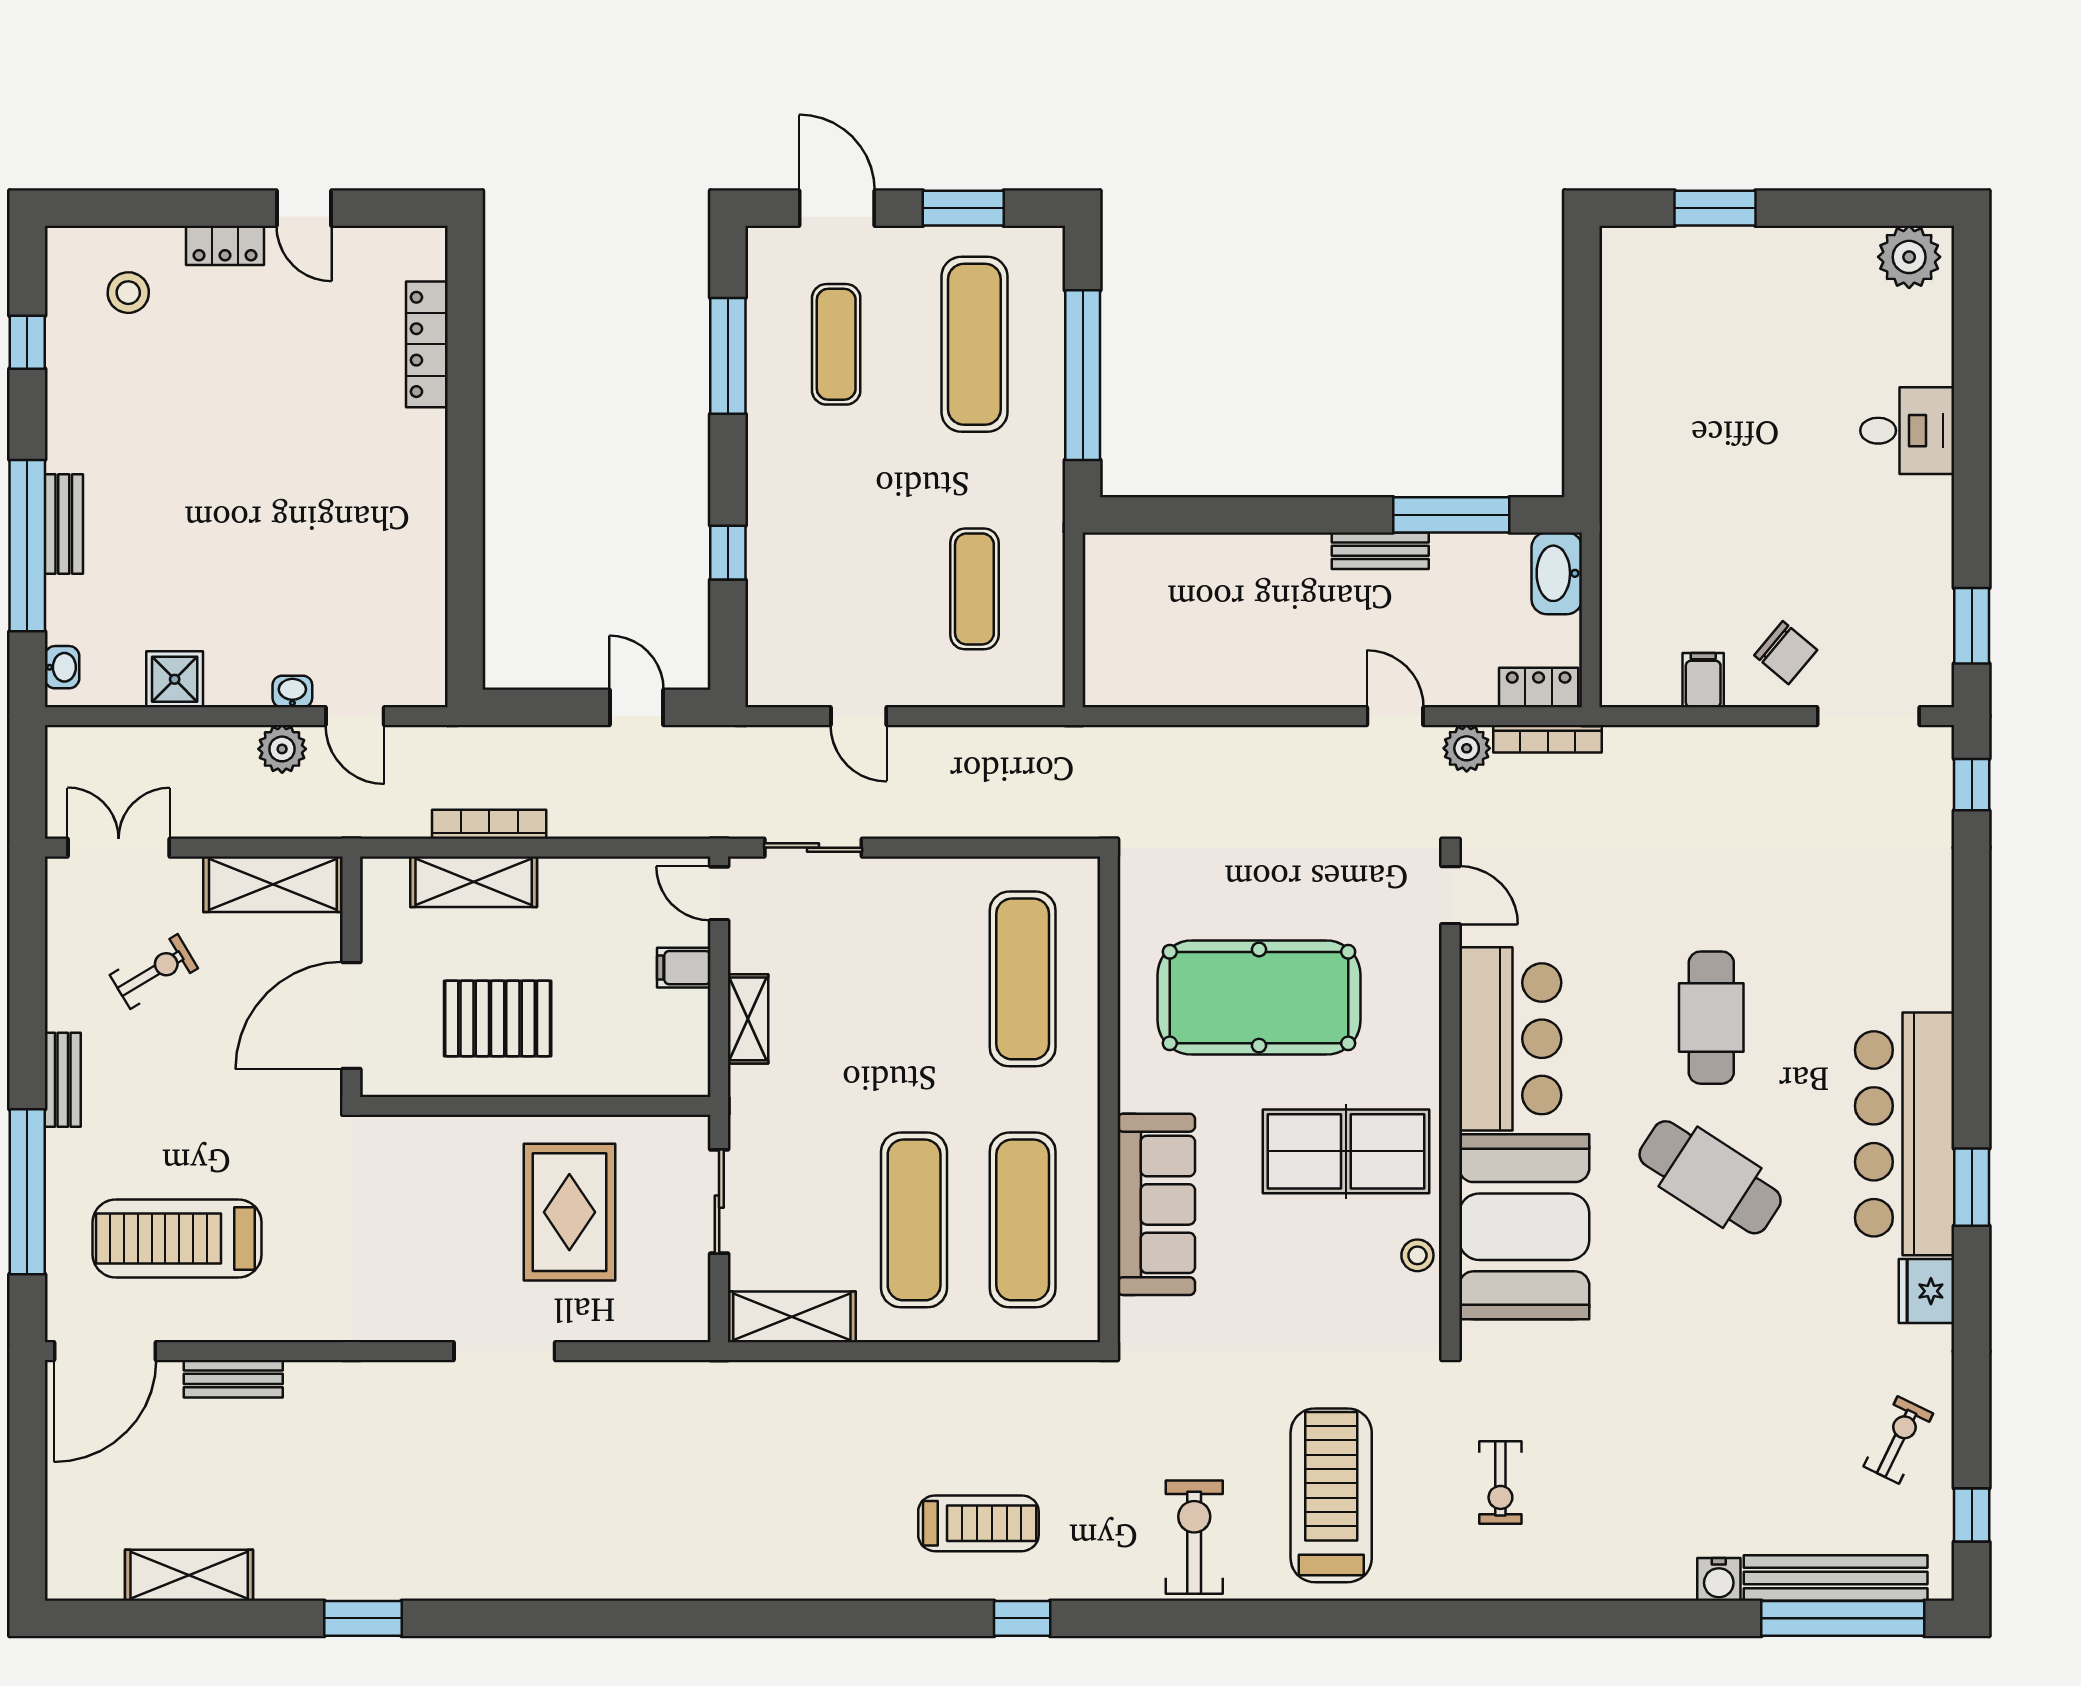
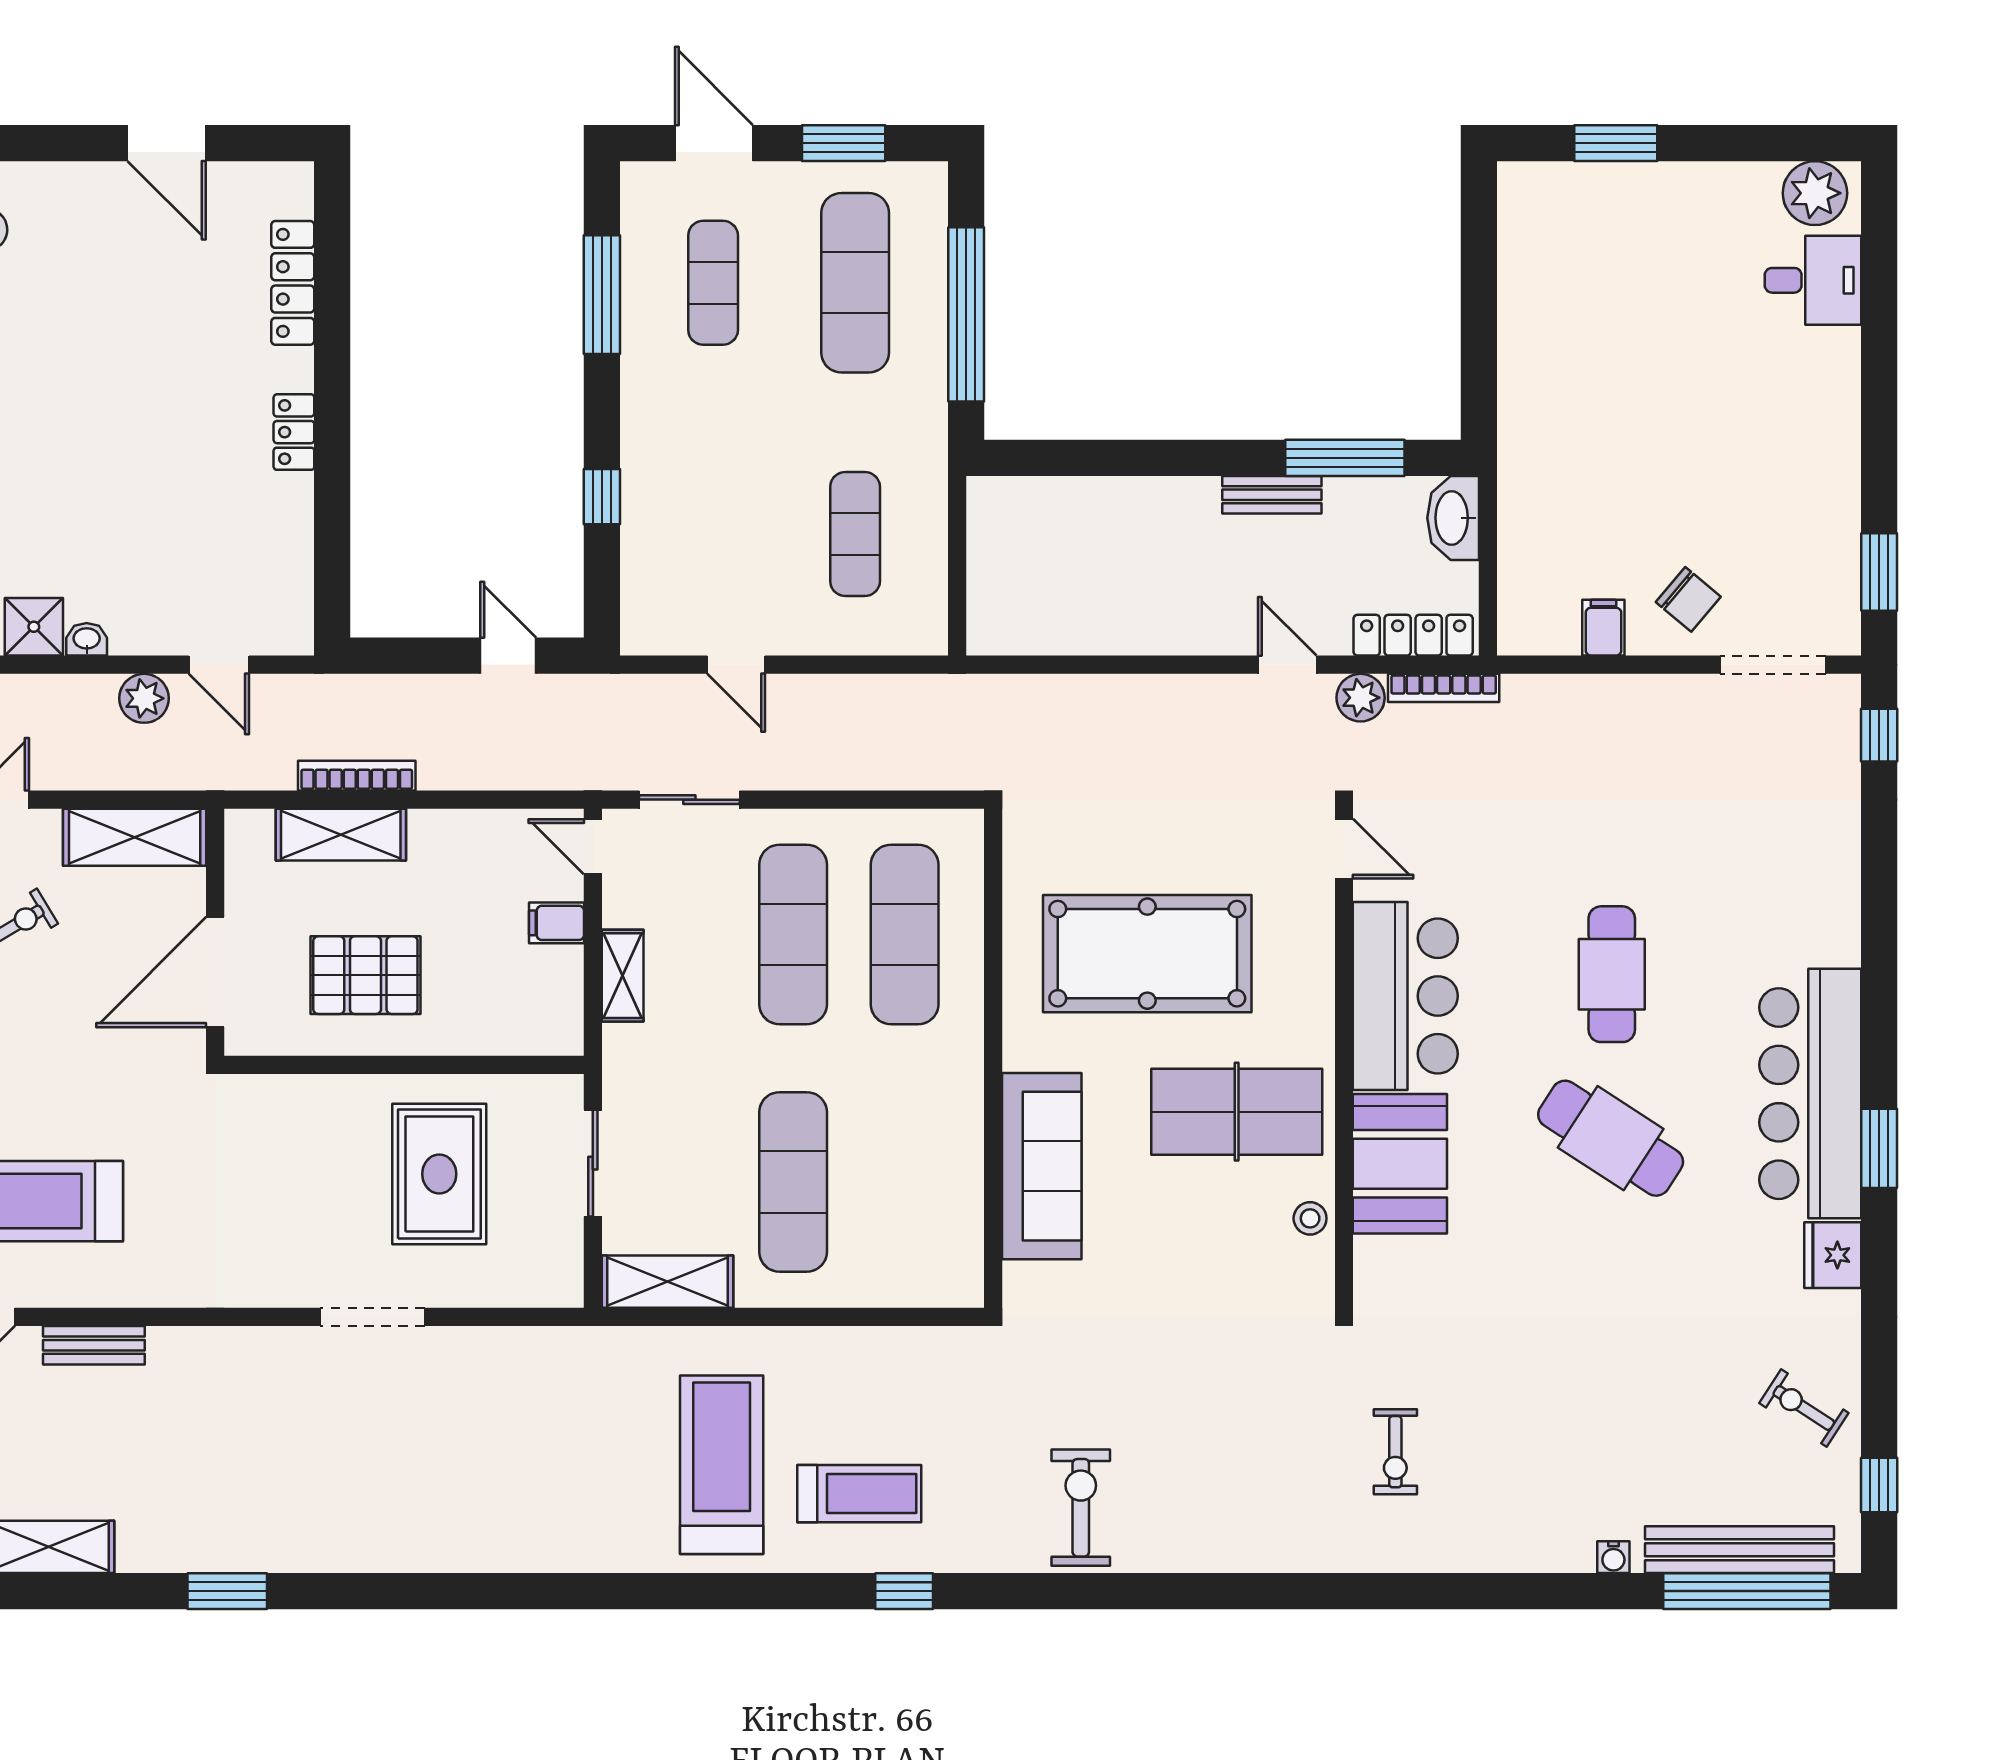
door: (304, 208) -> (167, 143), width x1.38
locker: (225, 245) -> (294, 432), moved, turned 90
desk: (1907, 431) -> (1813, 280), moved
locker: (1539, 687) -> (1413, 635), width x1.53
washbasin: (292, 692) -> (87, 639), moved
exercise mat: (1023, 1220) -> (793, 934), moved
booth: (1524, 1227) -> (1400, 1164), width x0.73, depth x0.70
exercise bike: (1898, 1440) -> (1804, 1408), turned -83
treadmill: (1331, 1495) -> (722, 1465), moved
water cooler: (1719, 1579) -> (1613, 1557), width x0.72, depth x0.72

